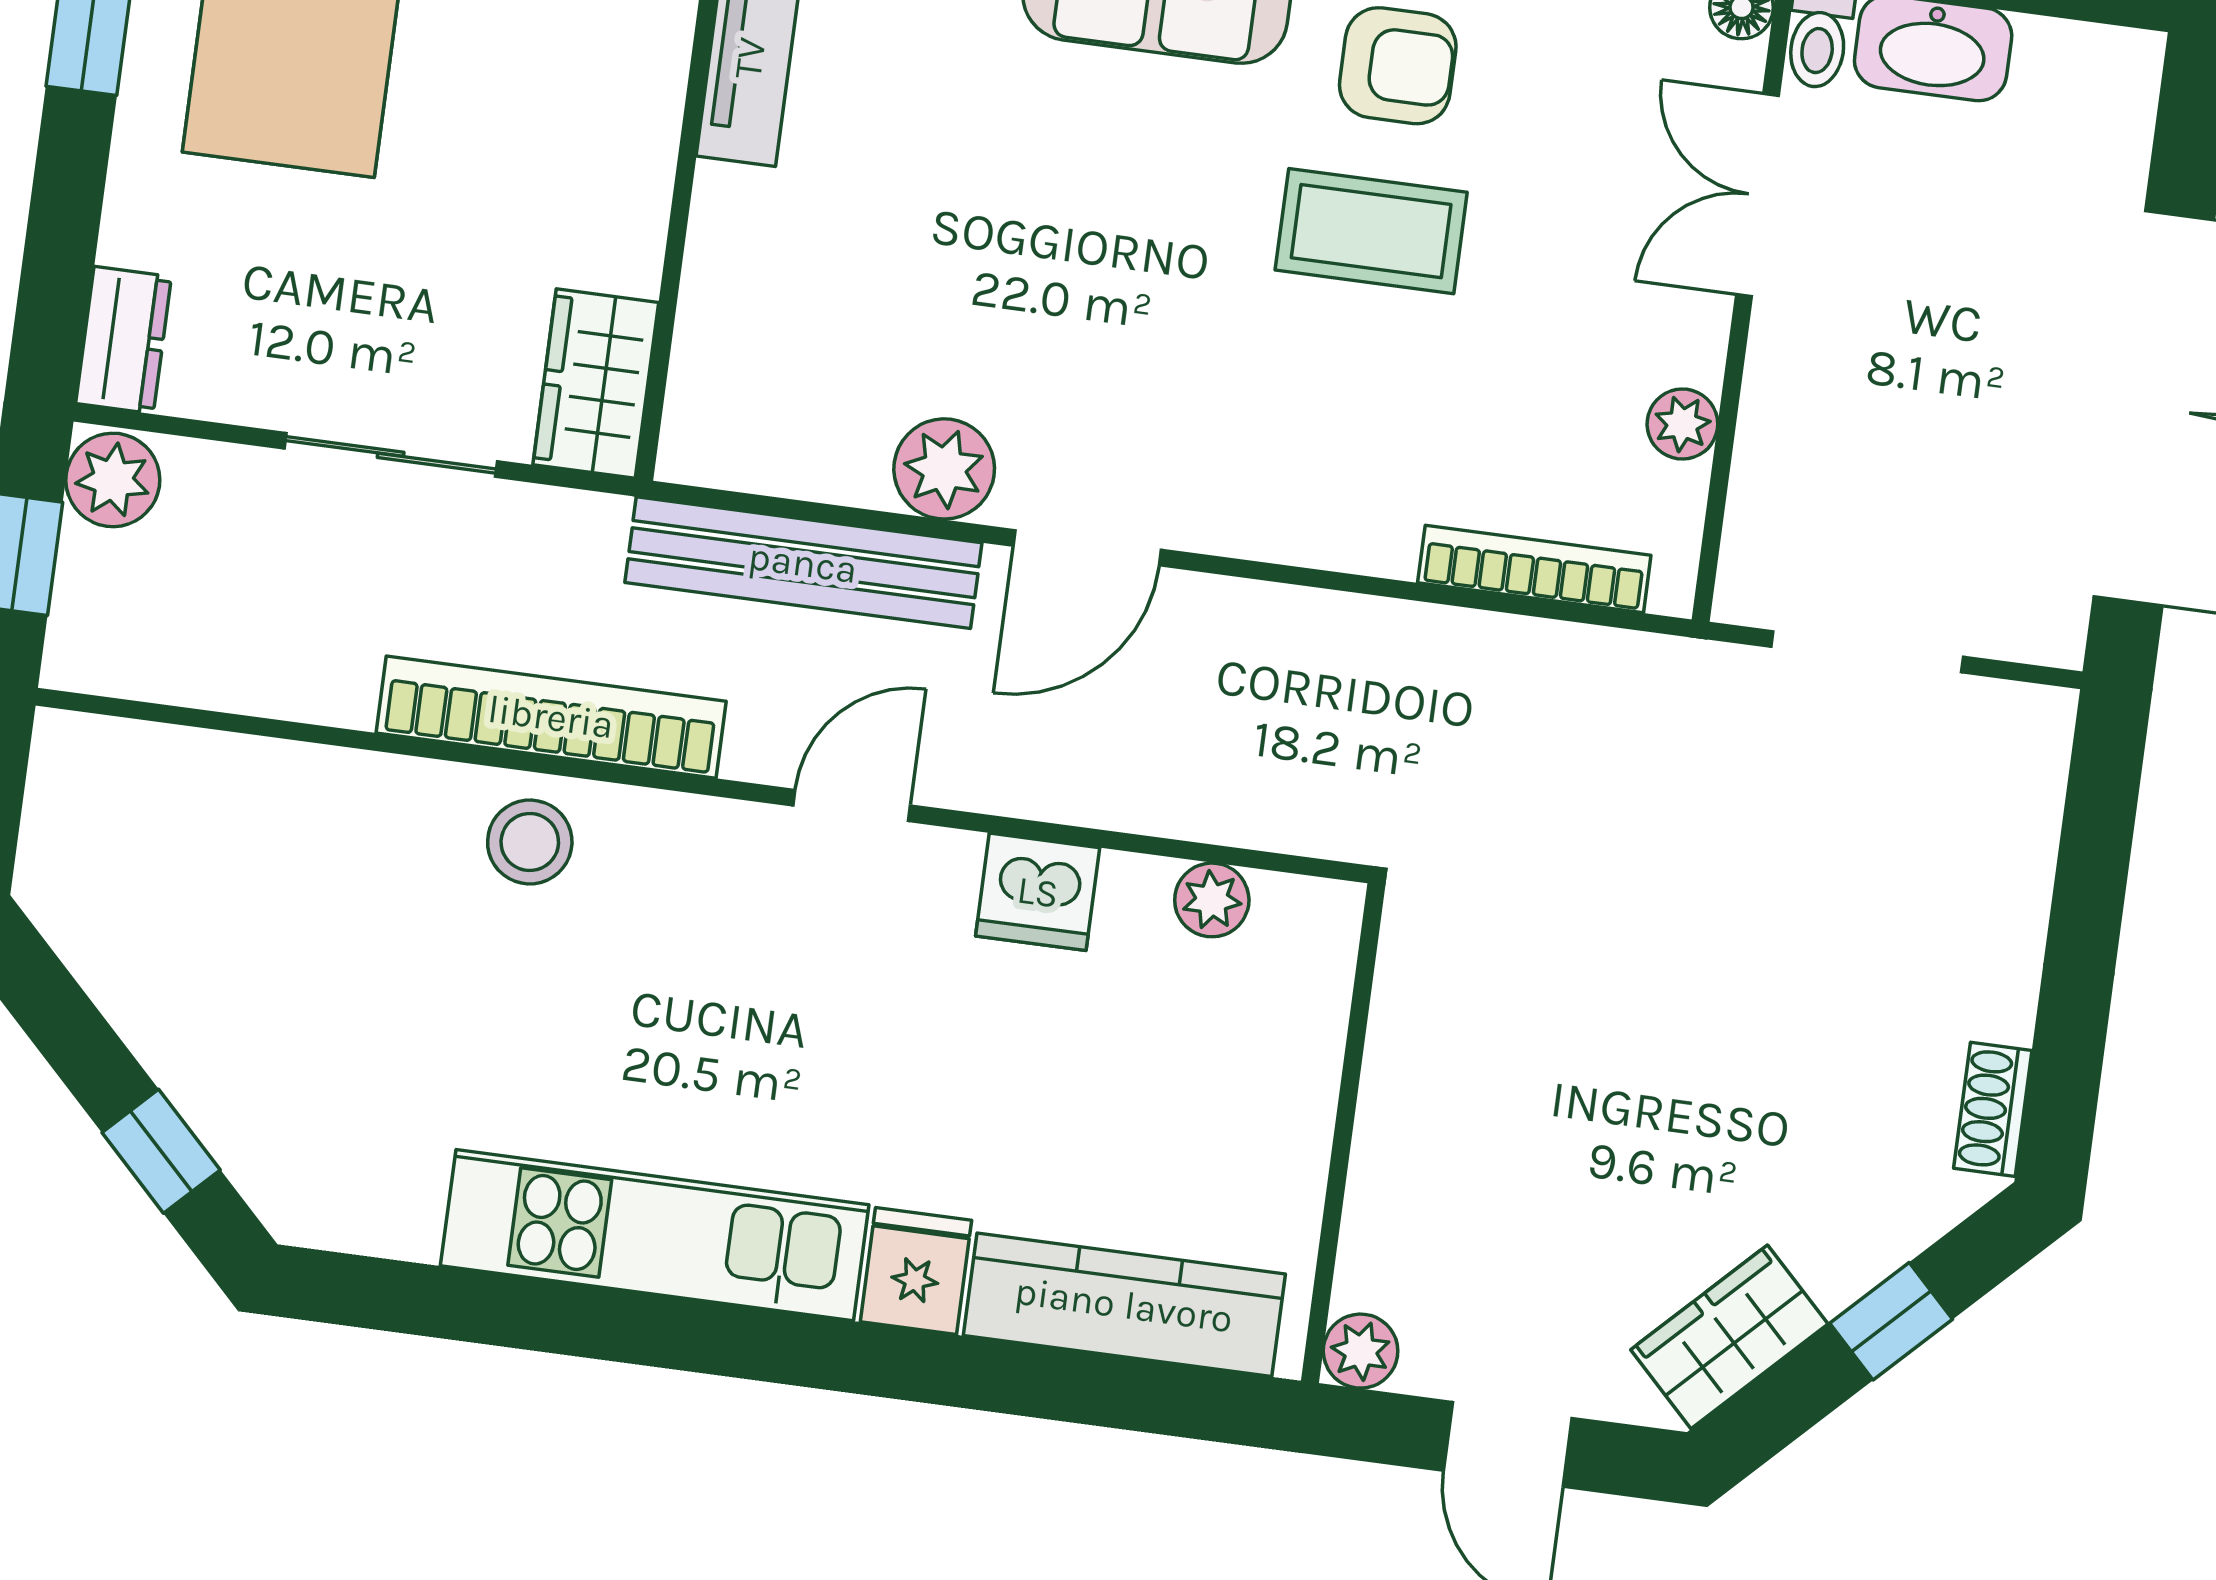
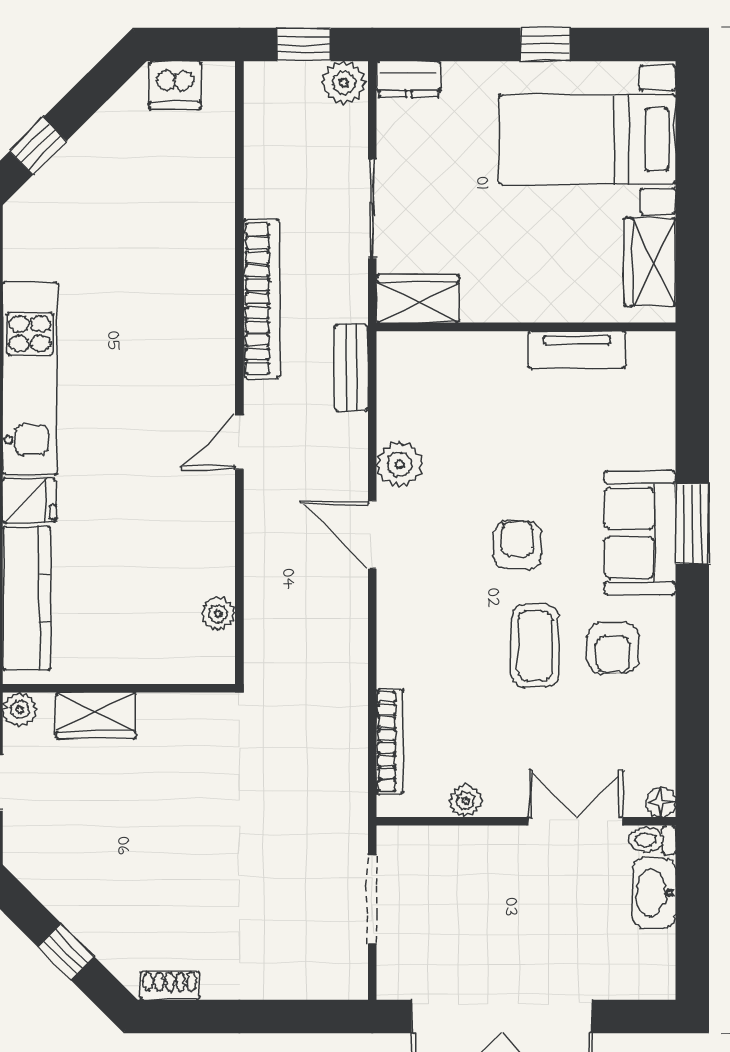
armchair: (1150, 241) -> (517, 545), added
bench: (803, 563) -> (352, 368), width x0.54, depth x0.82
door: (852, 806) -> (239, 442), swing flipped
stool: (530, 842) -> (203, 297), removed
dishwasher: (1038, 892) -> (175, 85), moved, turned -90
wardrobe: (1729, 1337) -> (96, 716), moved, turned 135

